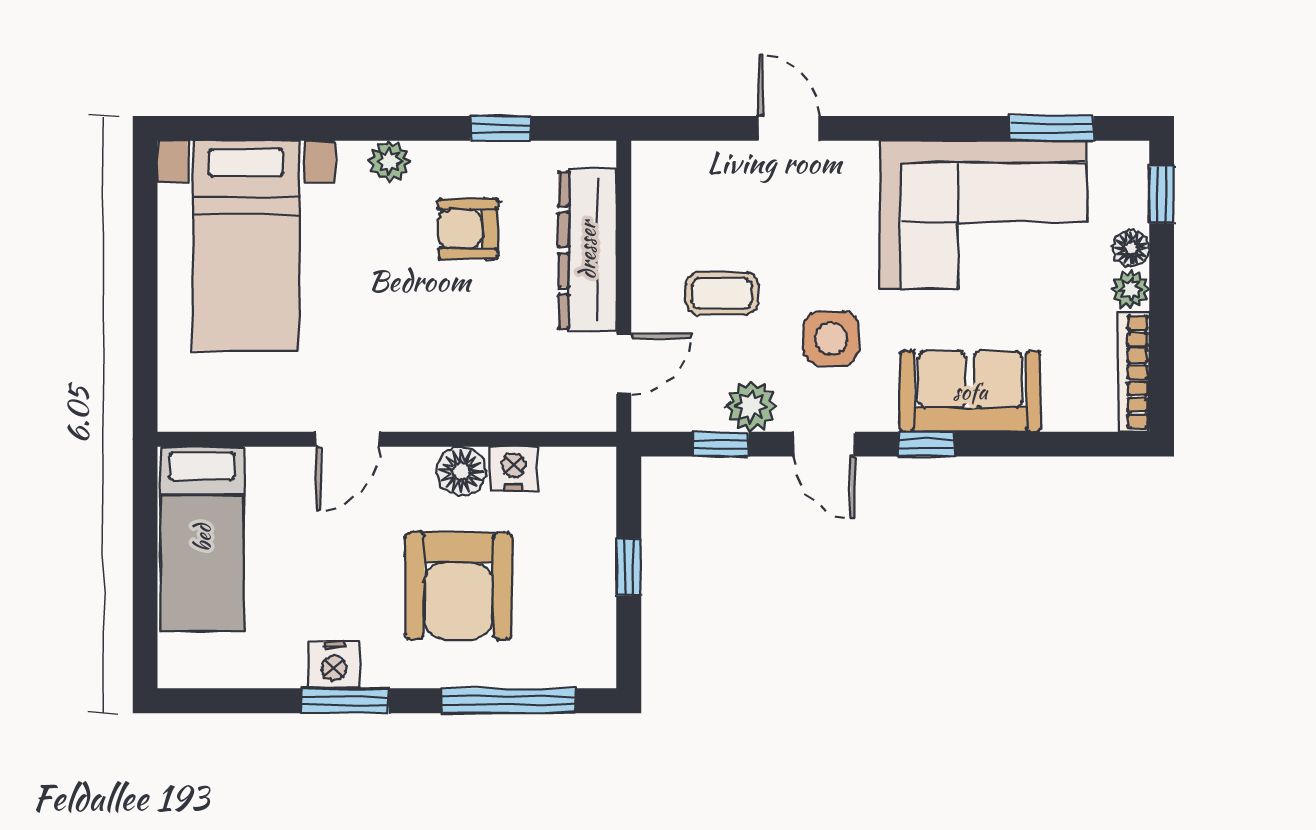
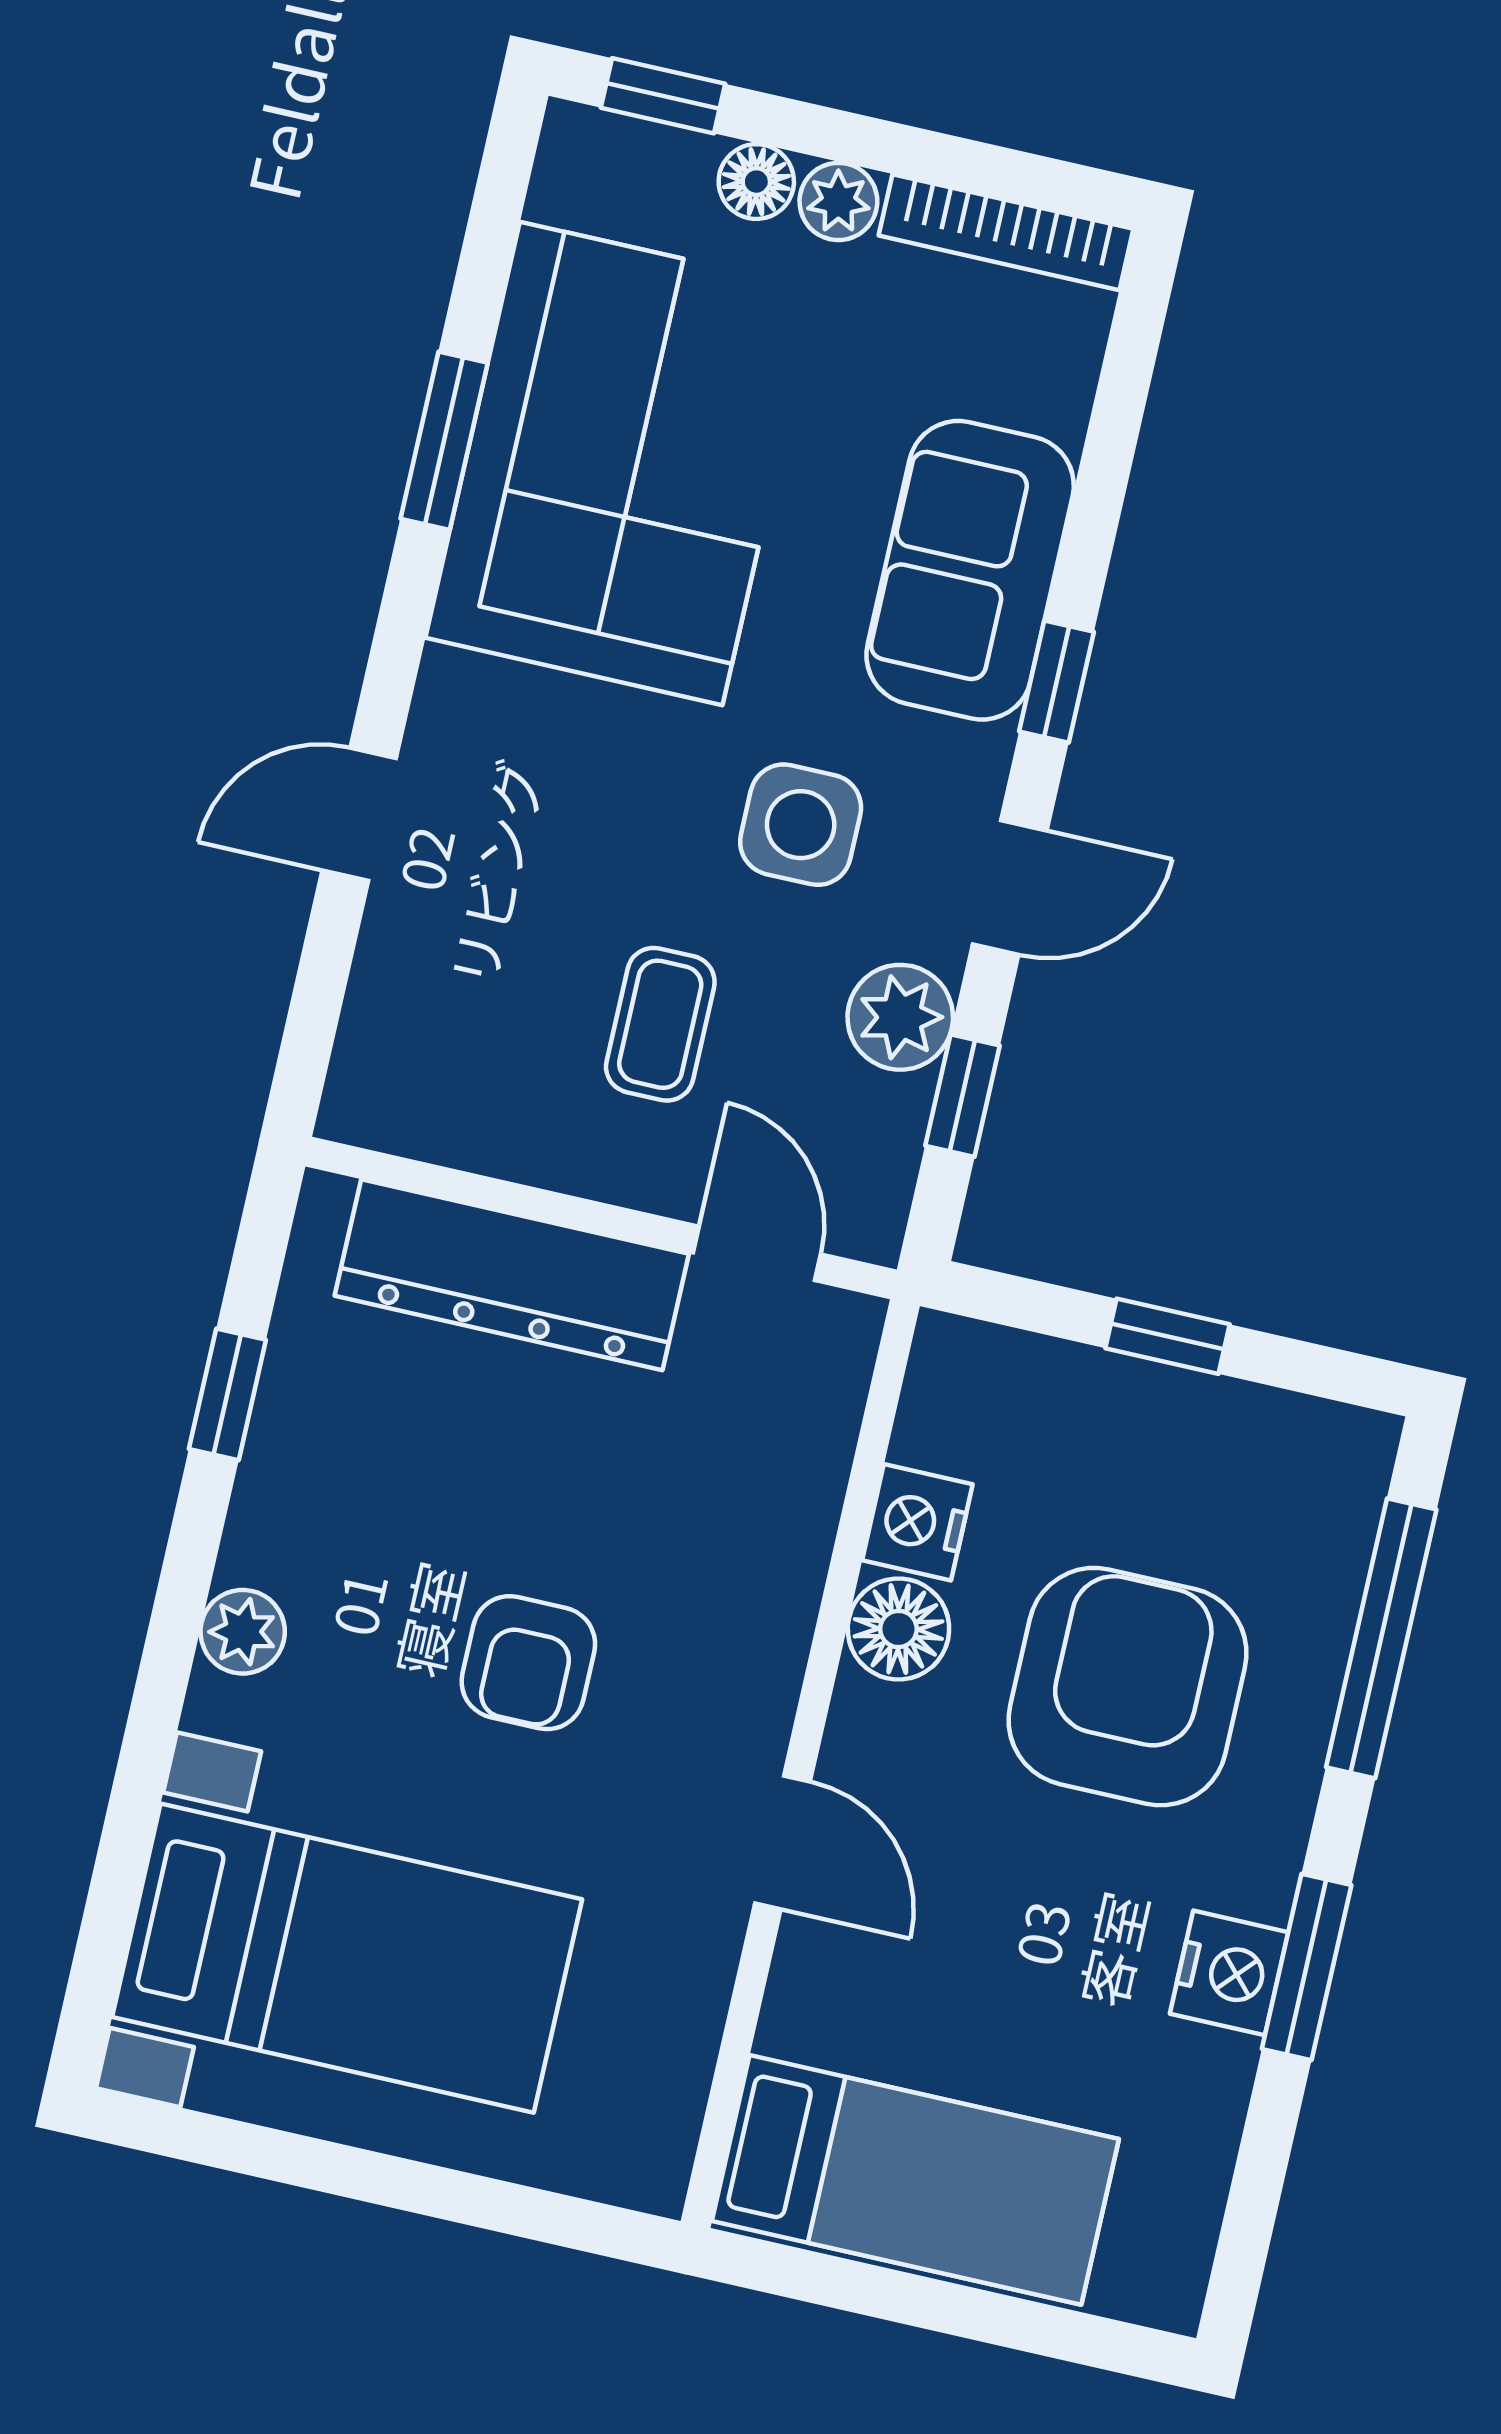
window: (1052, 128) -> (444, 441), moved
armchair: (468, 229) -> (528, 1663), moved
armchair: (459, 586) -> (1127, 1687), turned -90

